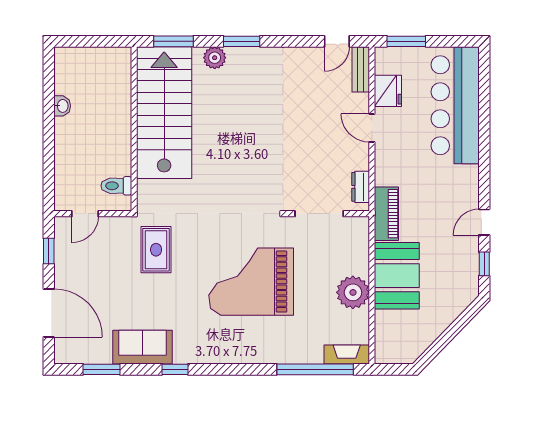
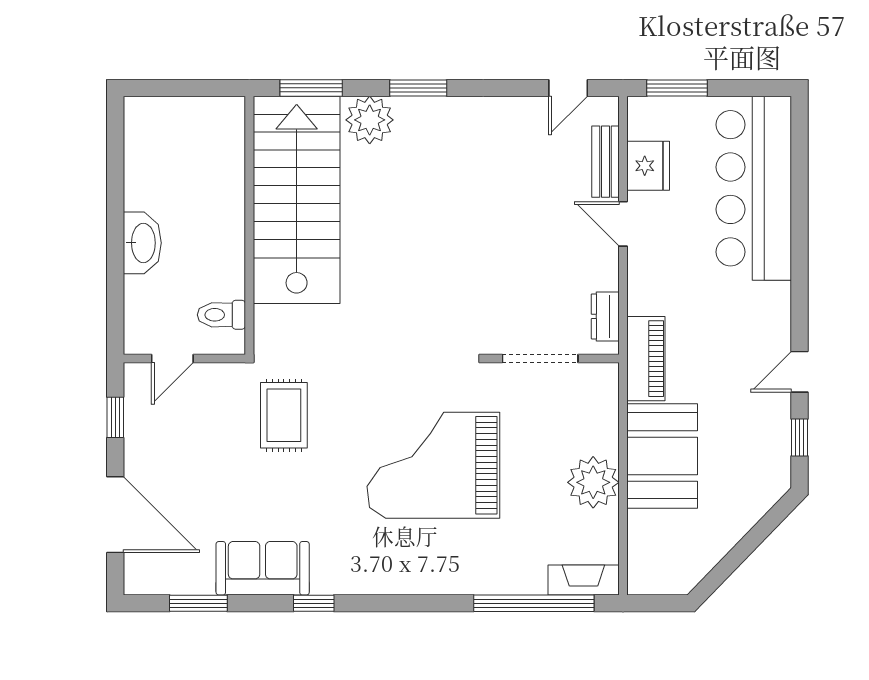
plant: (215, 58) -> (370, 120), width x1.36, depth x1.36
bench: (361, 69) -> (605, 162), moved
washbasin: (62, 106) -> (142, 243), moved, width x1.91, depth x1.45

